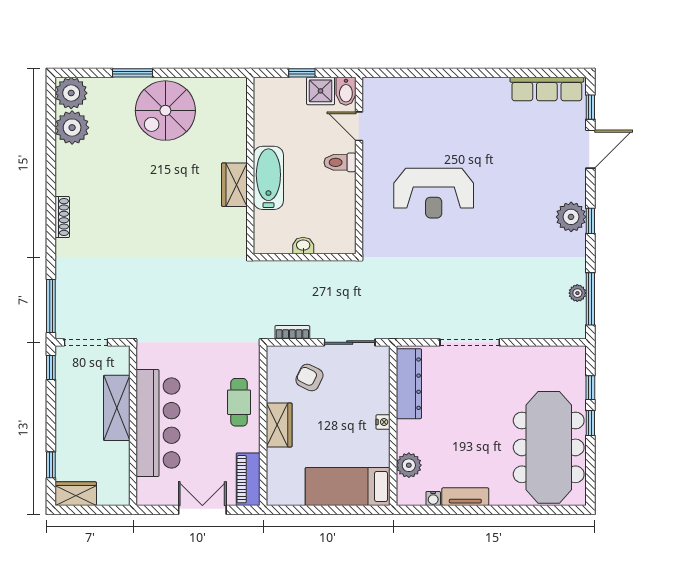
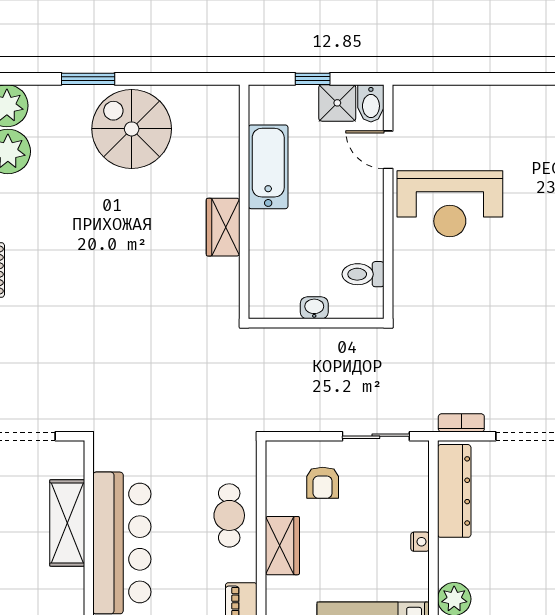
spiral stairs: (165, 111) -> (132, 129), turned 90
toilet: (340, 162) -> (363, 274), moved
bathtub: (268, 178) -> (268, 167), moved
reception desk: (434, 193) -> (450, 204), moved
bookcase: (292, 332) -> (461, 423), moved
armchair: (309, 378) -> (323, 483), turned -116

